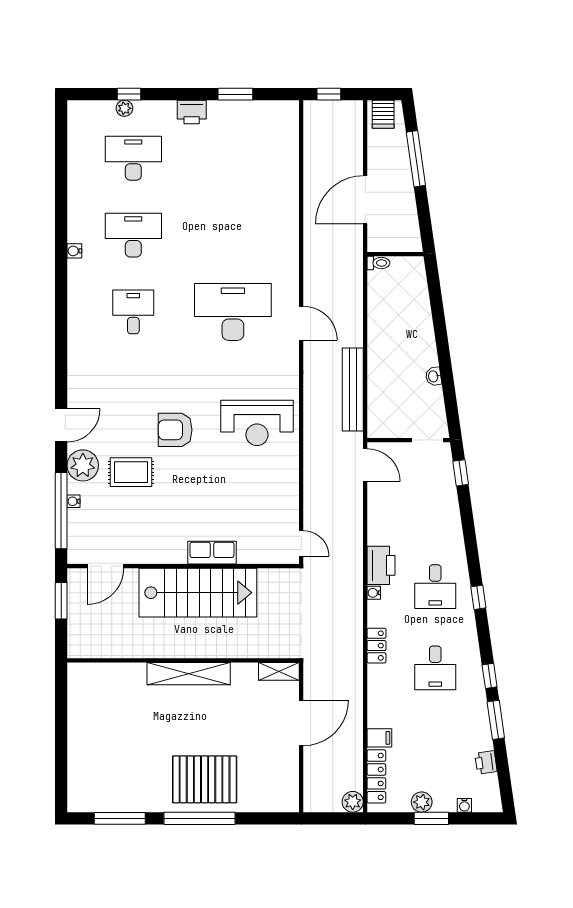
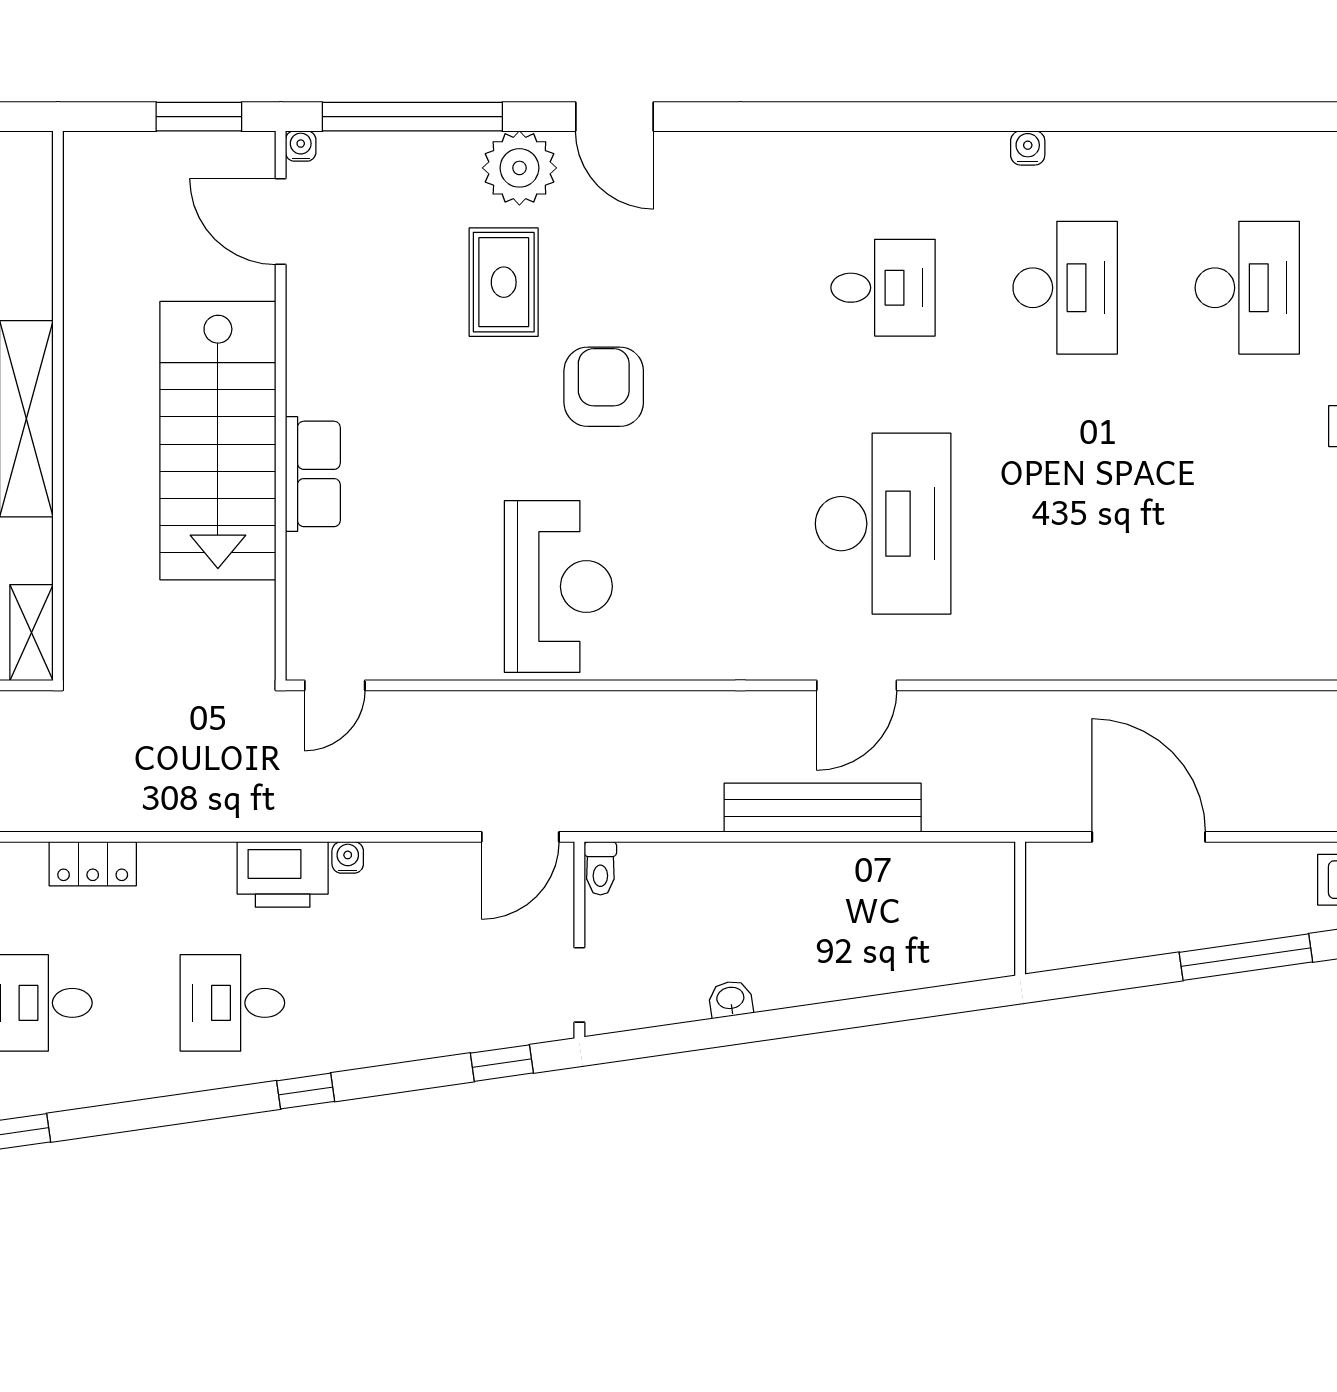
toilet: (378, 263) -> (600, 868), moved
bench: (353, 390) -> (823, 808), moved
reception desk: (257, 423) -> (558, 586), moved, turned 180
water cooler: (74, 501) -> (301, 146), moved
water cooler: (374, 593) -> (348, 857), moved
window: (478, 597) -> (306, 1091), moved

